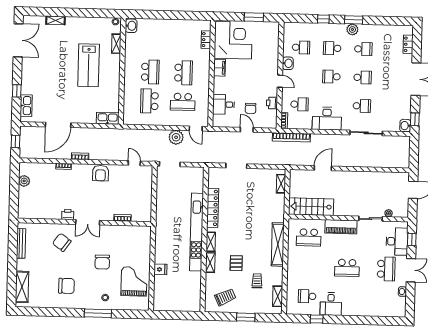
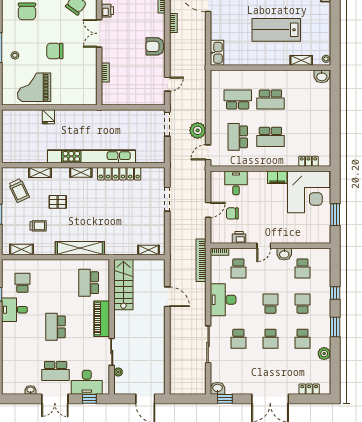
plant: (352, 29) -> (324, 354), moved
shelving: (210, 263) -> (40, 173), moved
grand piano: (134, 281) -> (34, 87), turned 180

